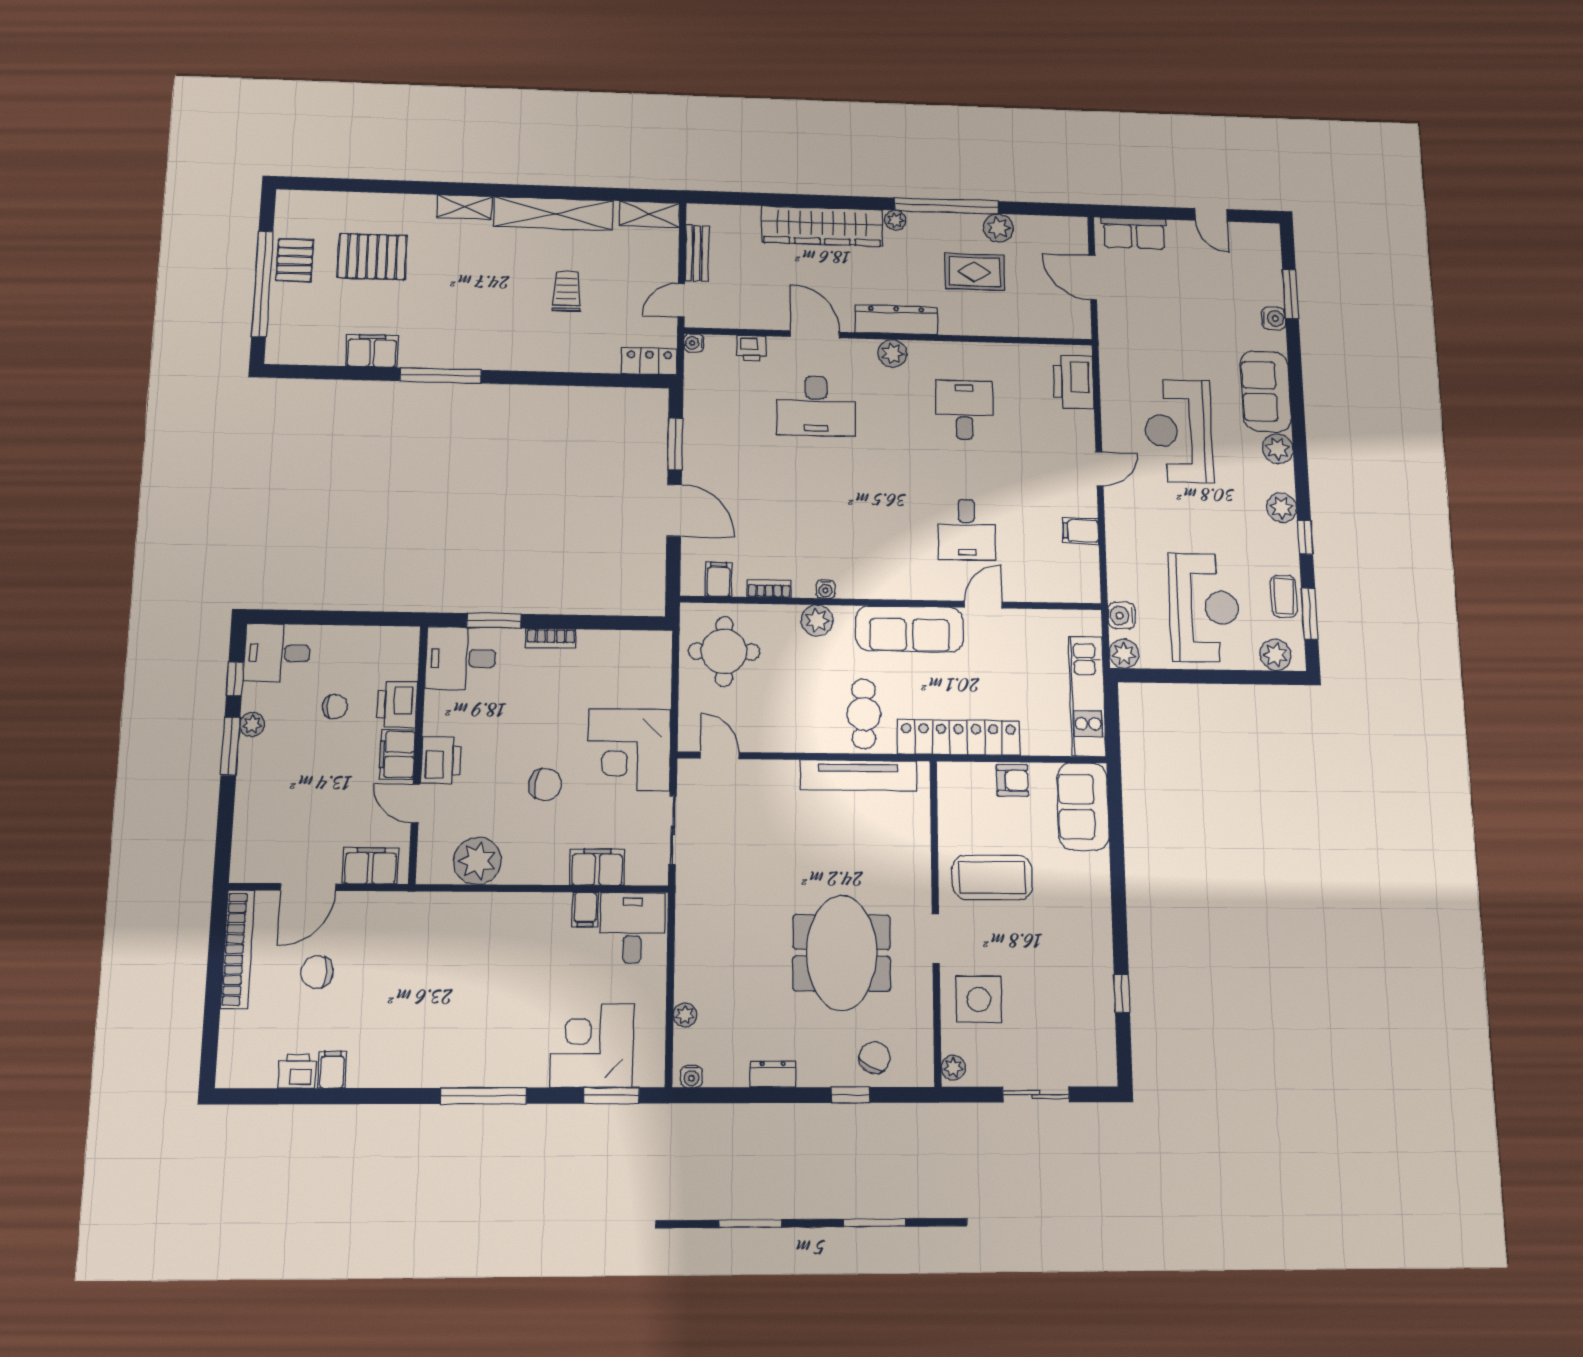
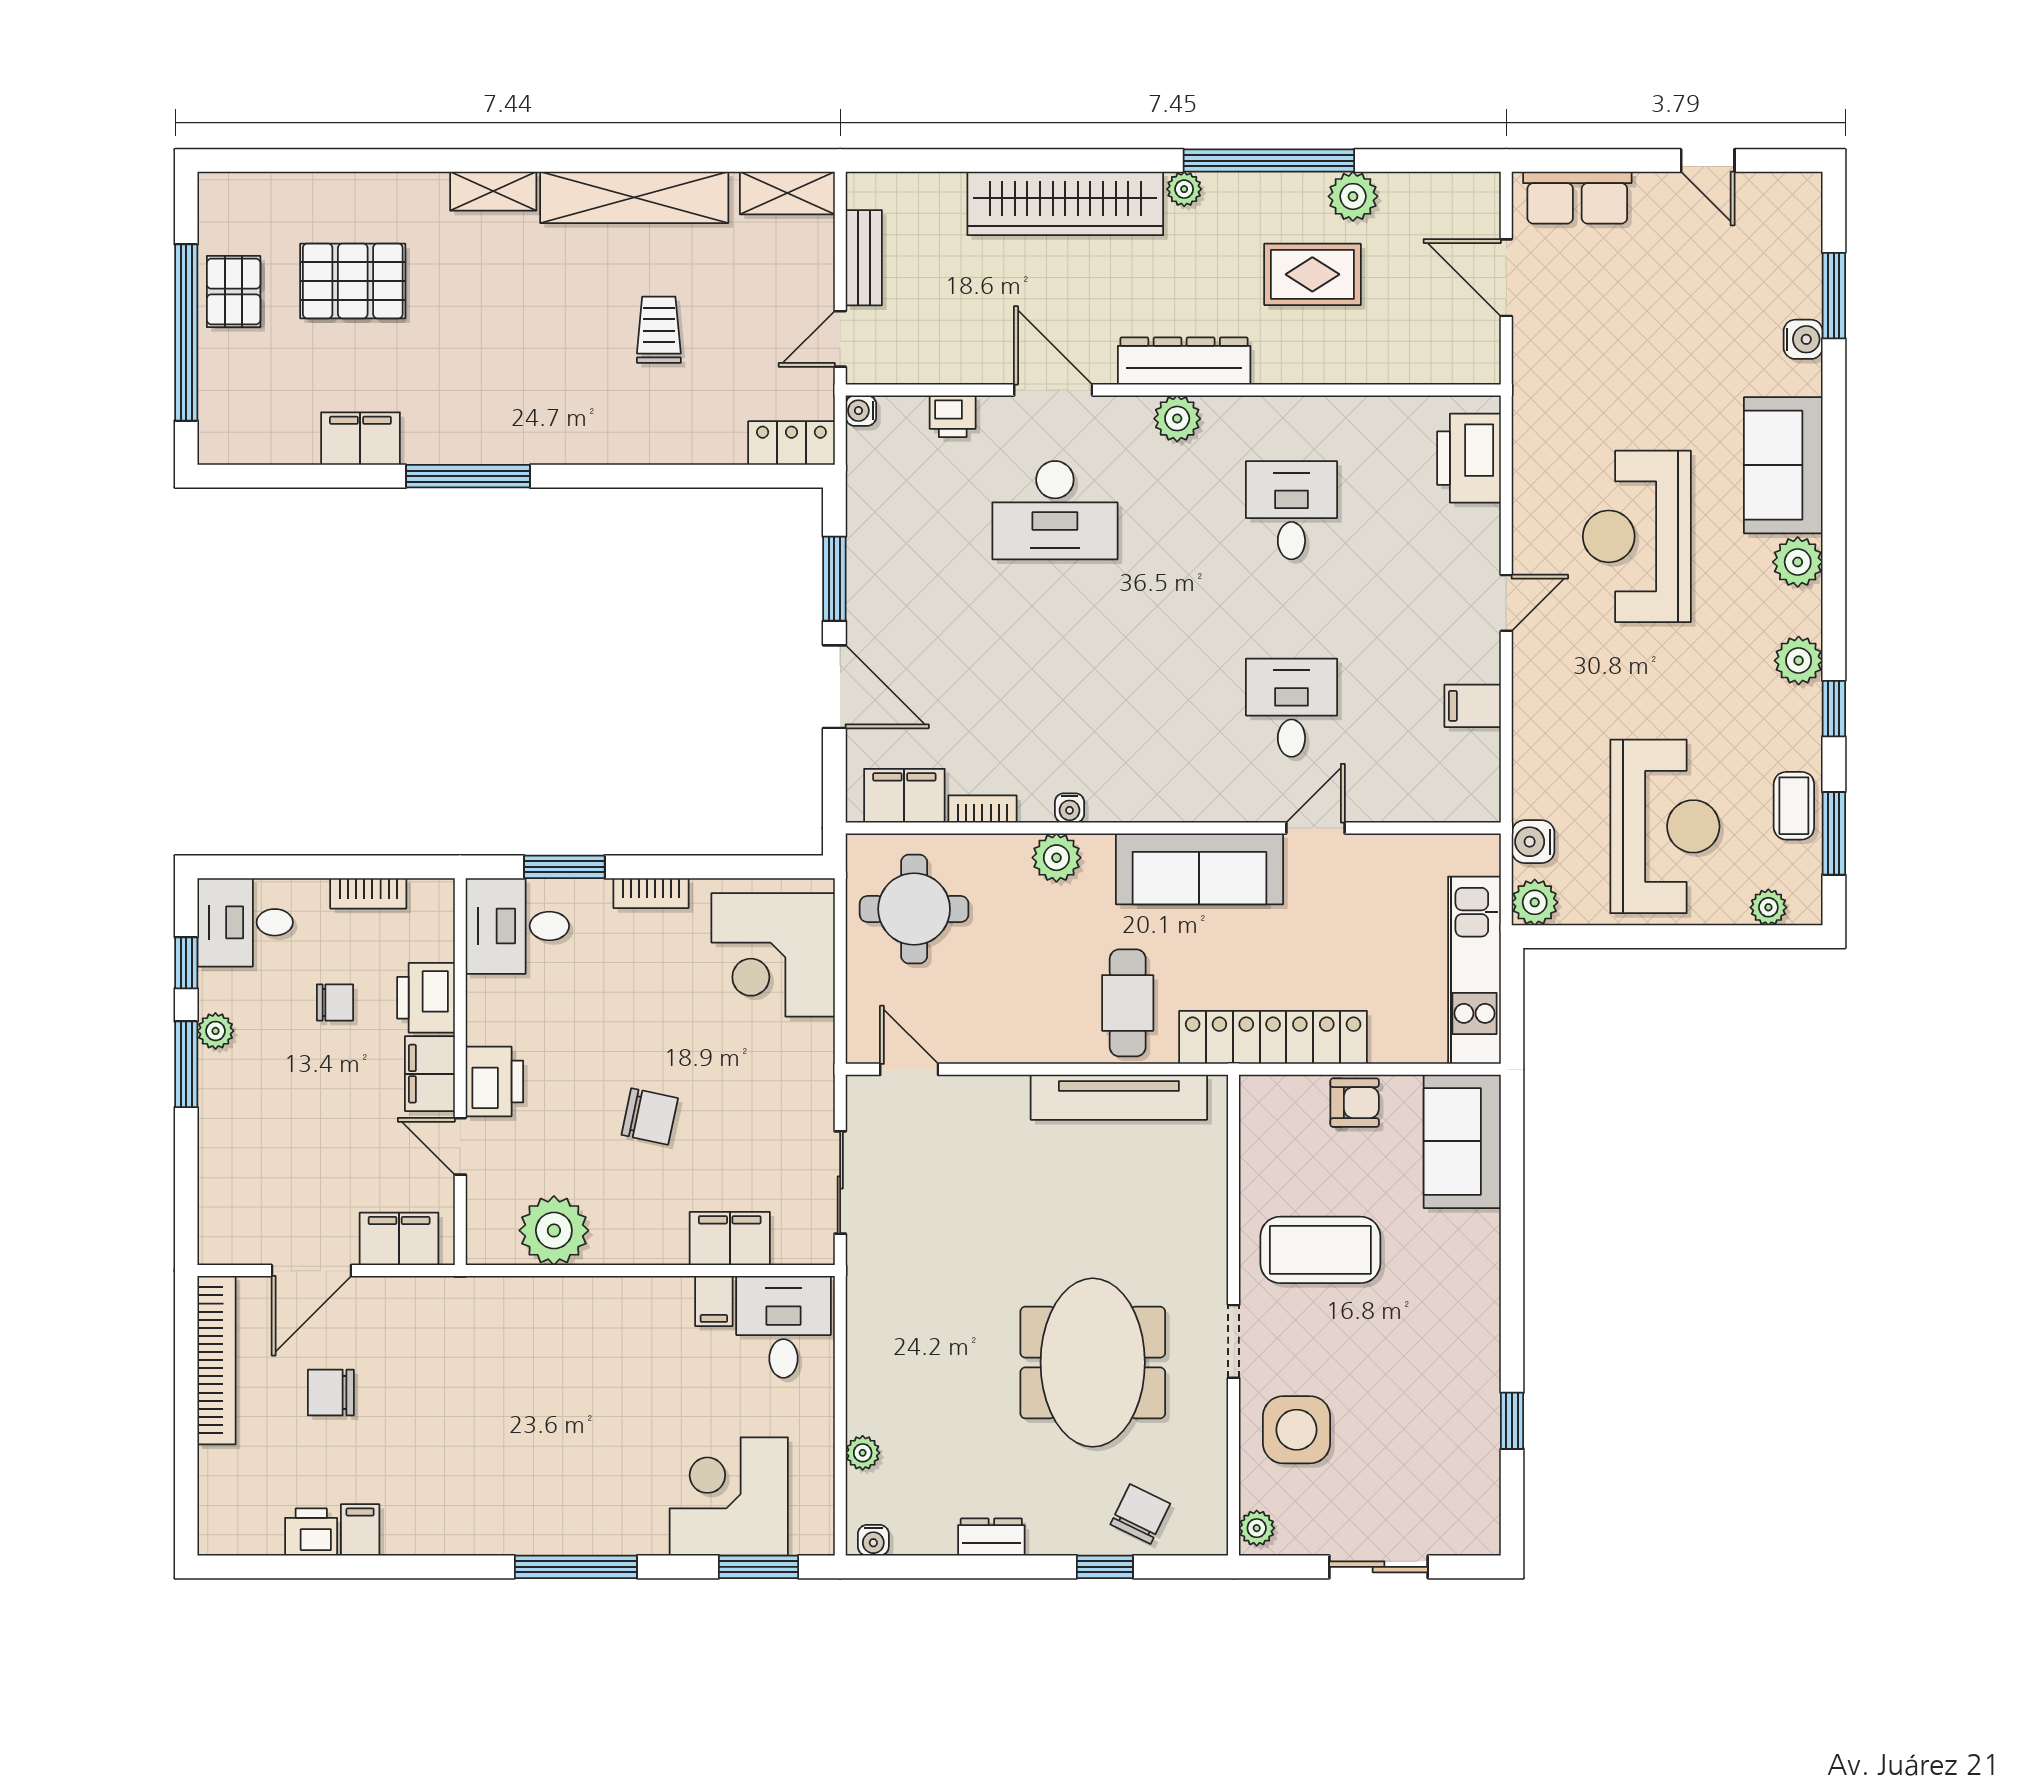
desk: (967, 530) -> (1291, 708), turned 180
filing cabinet: (719, 579) -> (904, 796), width x2.00
bookcase: (362, 635) -> (368, 893), added
plant: (1276, 655) -> (1768, 907), width x0.73, depth x0.73
corner desk: (629, 750) -> (773, 955), moved

